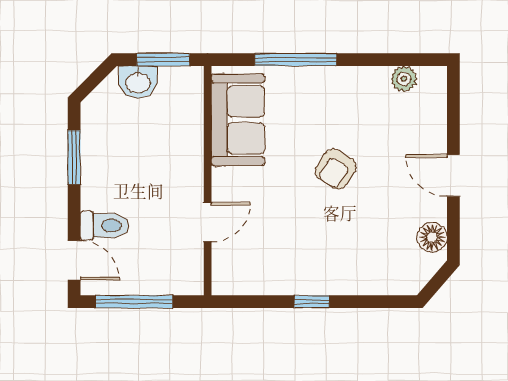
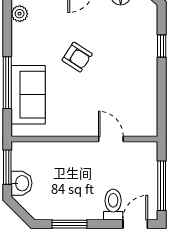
sofa: (238, 120) -> (28, 95), moved, turned 90
window: (312, 302) -> (162, 46), moved

